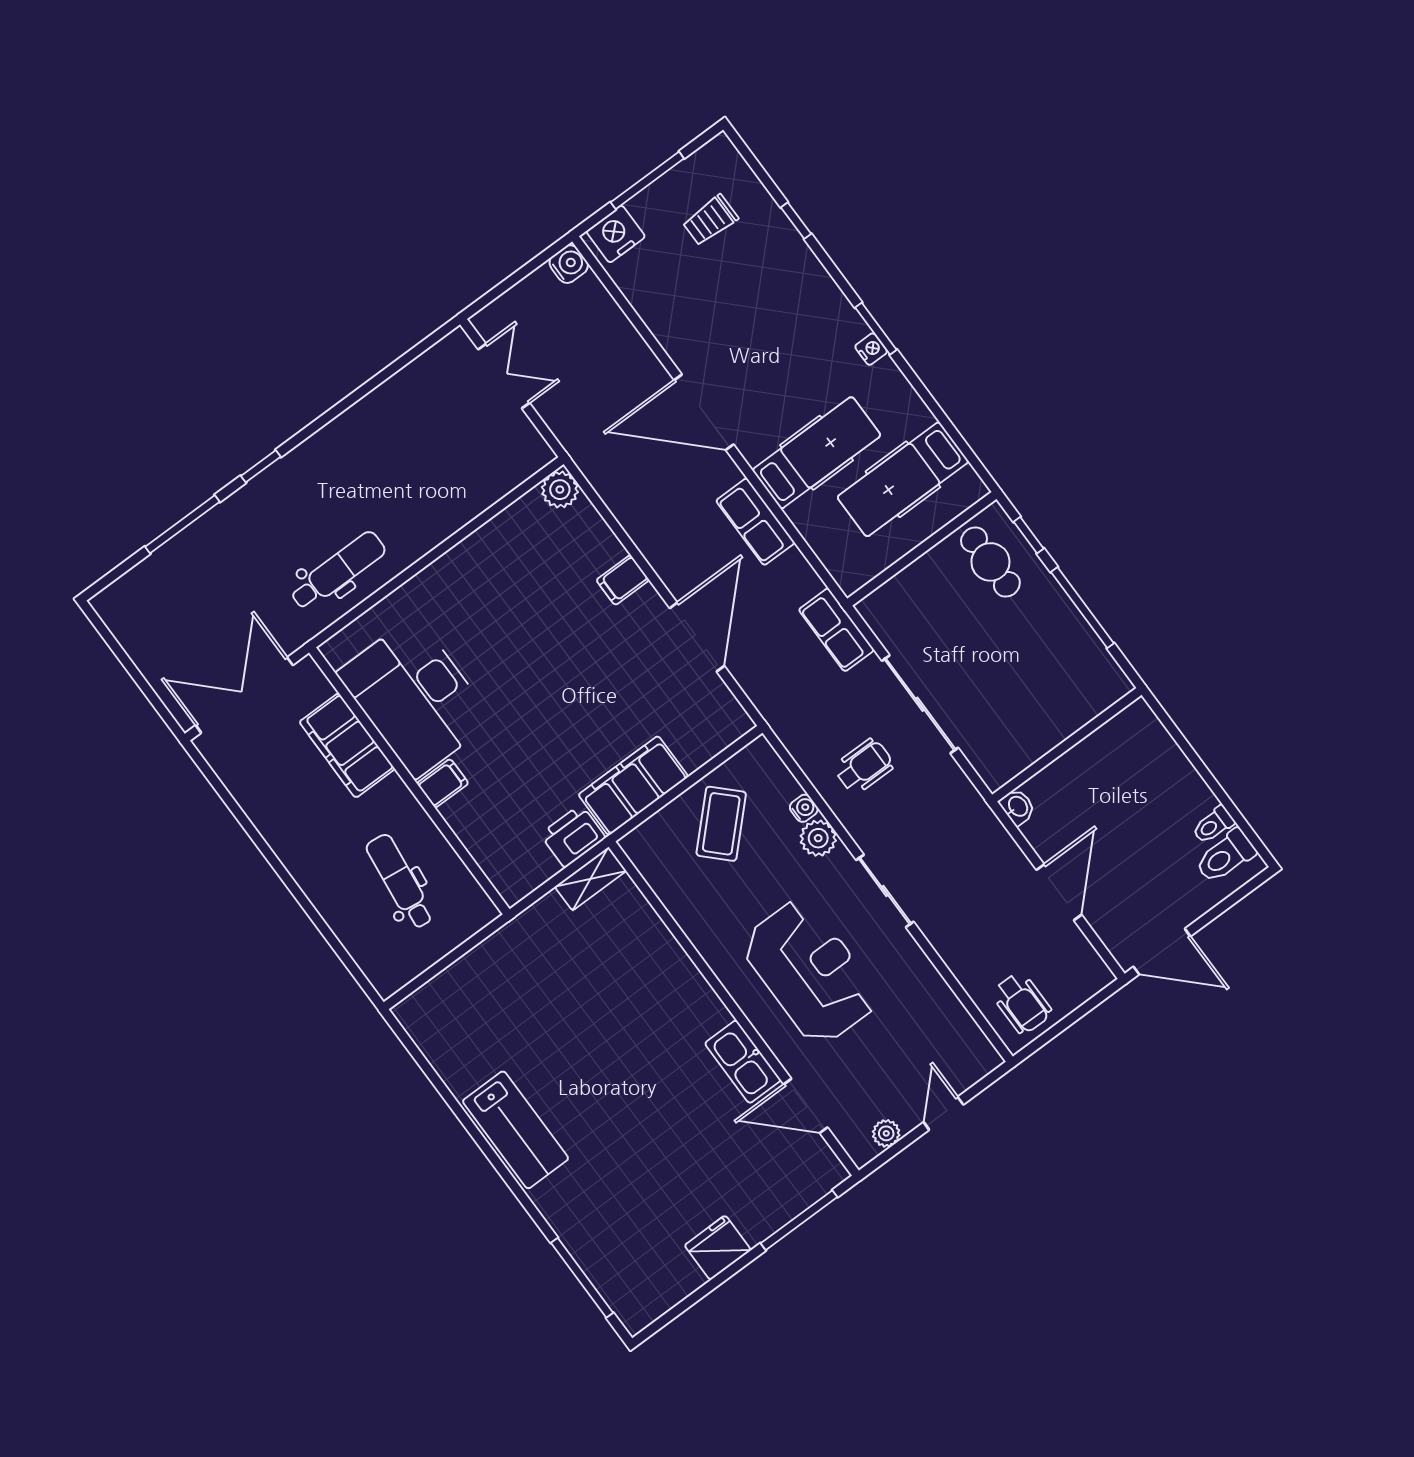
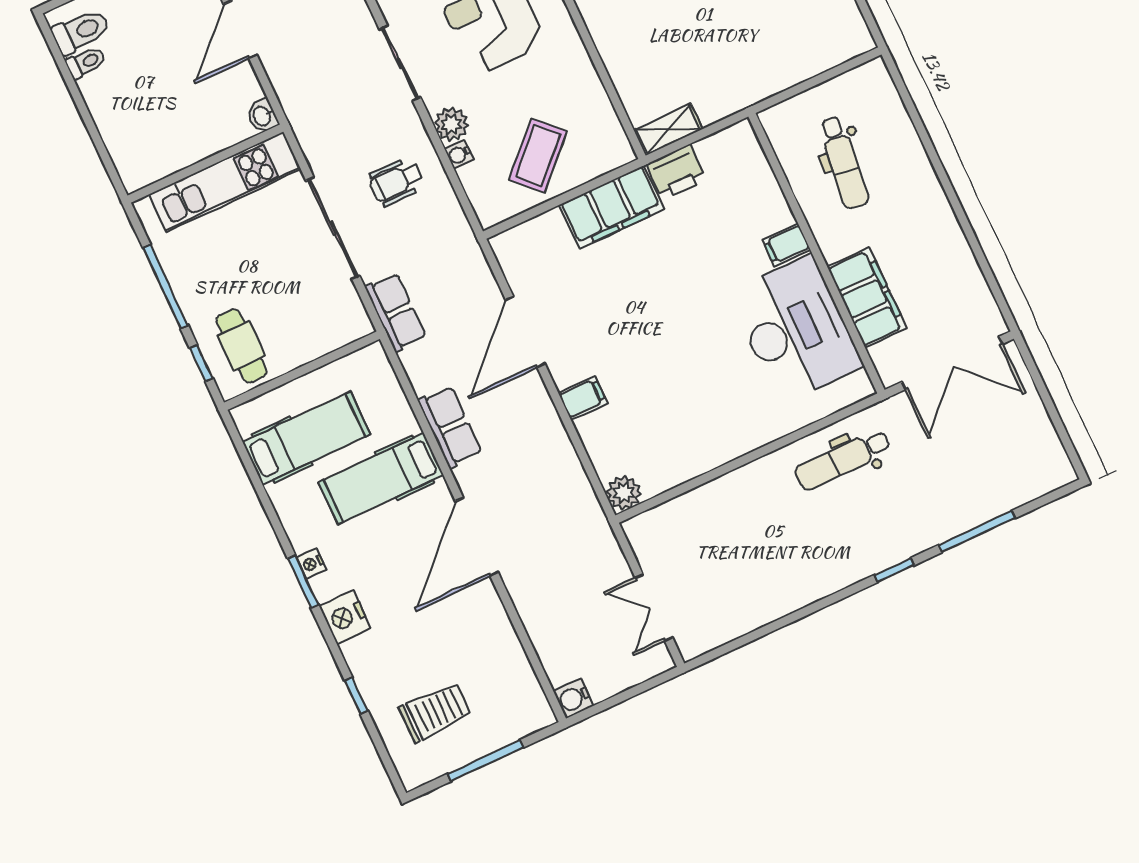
trolley: (710, 220) -> (435, 712), width x1.36, depth x1.39
nightstand: (616, 234) -> (345, 617), moved, turned 90
door: (704, 412) -> (477, 537), swing flipped
kitchen unit: (1043, 730) -> (225, 182), added

